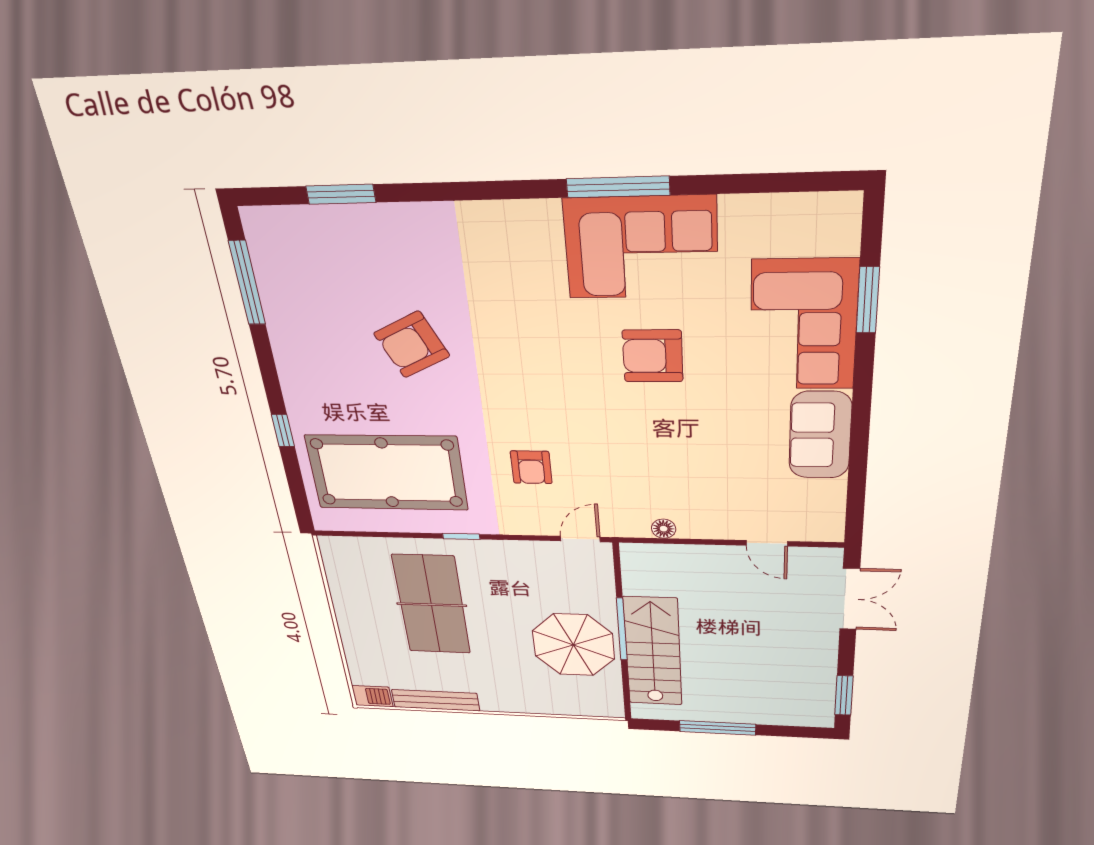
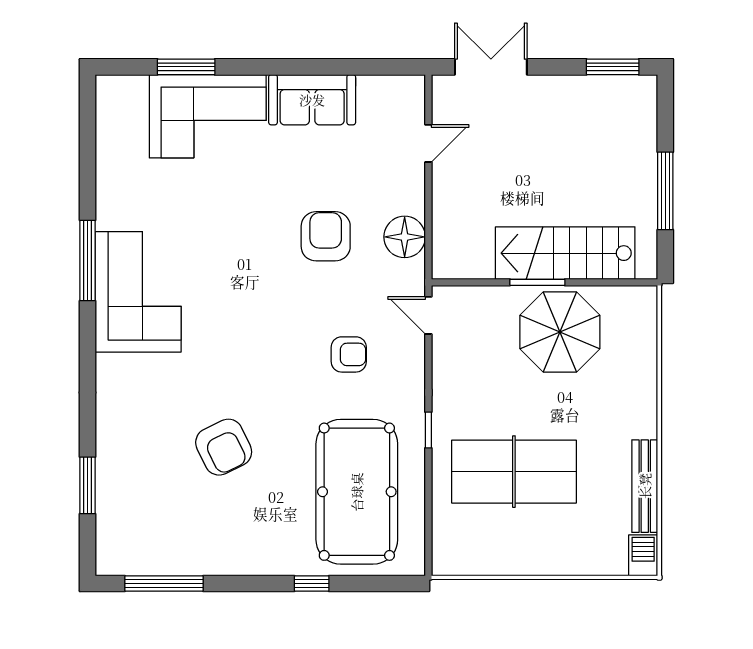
corner sofa: (641, 248) -> (138, 292), moved
armchair: (653, 356) -> (326, 236), moved, turned 180
floor lamp: (664, 529) -> (405, 237), width x1.89, depth x1.89
window: (622, 629) -> (537, 282), width x0.69

